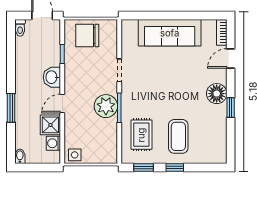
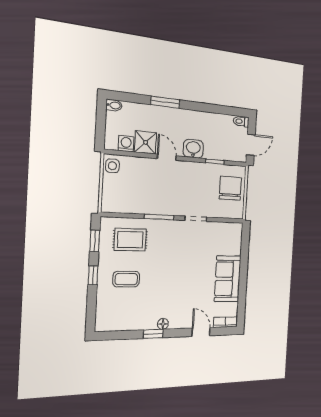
sofa: (170, 33) -> (228, 279), width x0.73
floor lamp: (217, 94) -> (163, 324), width x0.53, depth x0.53
plant: (106, 106) -> (162, 203), removed
coffee table: (178, 136) -> (126, 279), width x0.73, depth x0.77

